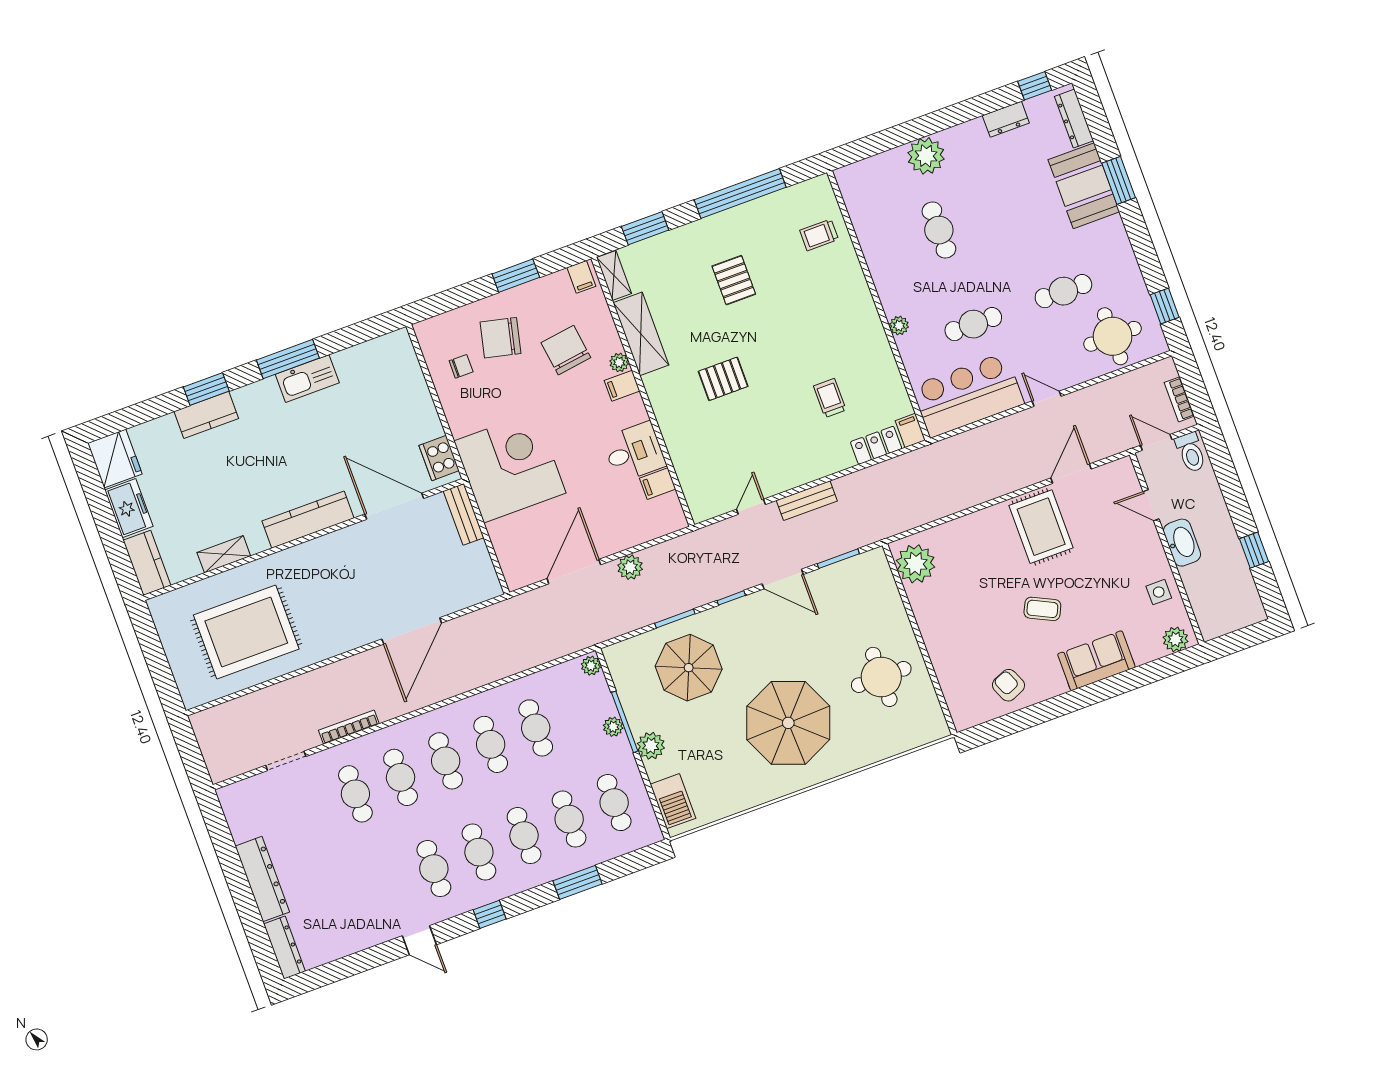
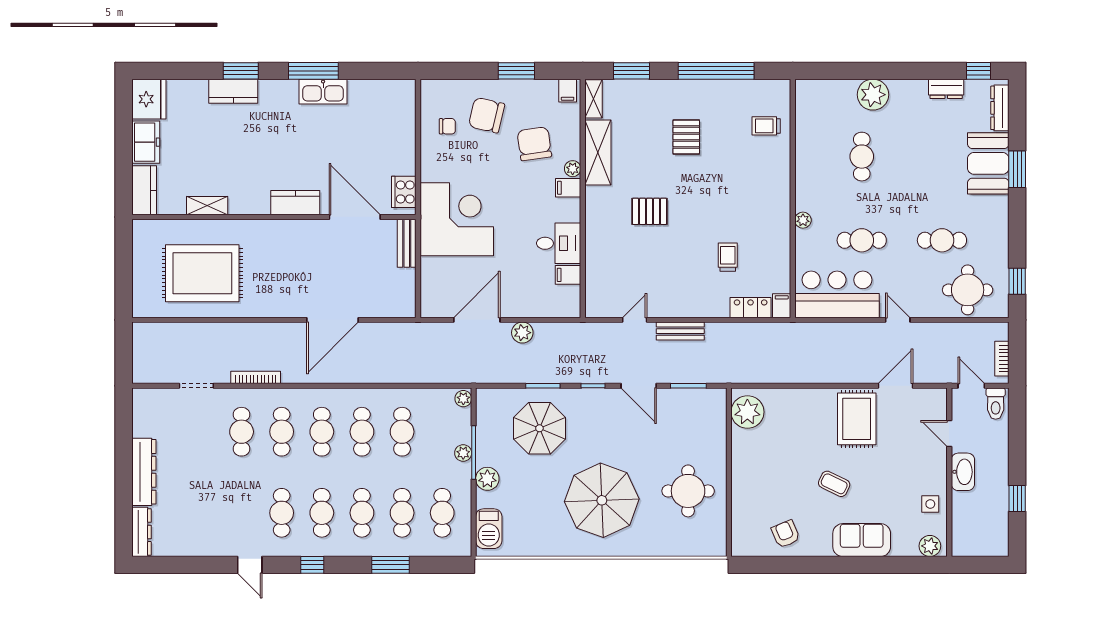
kitchen counter: (308, 520) -> (295, 203), width x0.67

